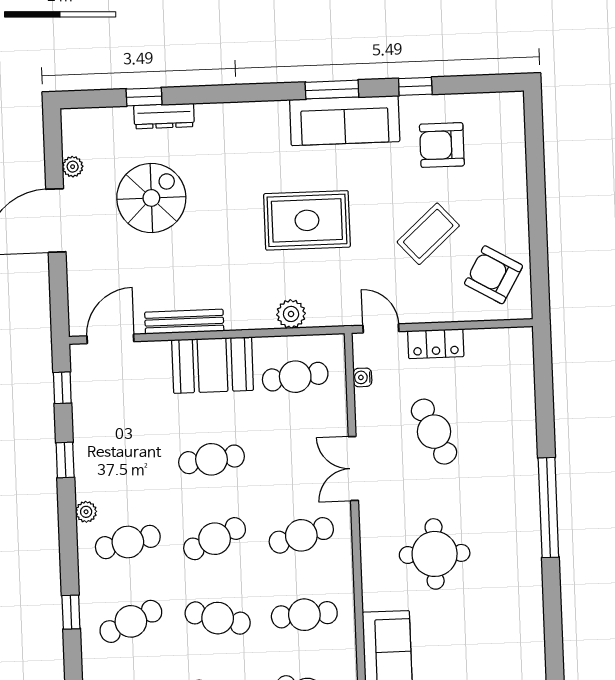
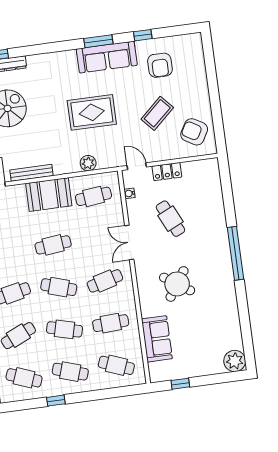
armchair: (442, 145) -> (160, 65), turned -90
cafe table: (215, 539) -> (59, 287), turned 42
round table: (435, 554) -> (177, 284), turned 34

